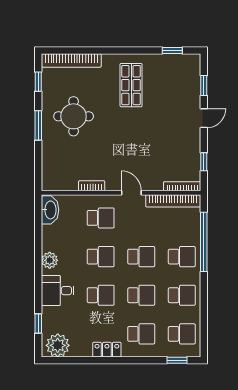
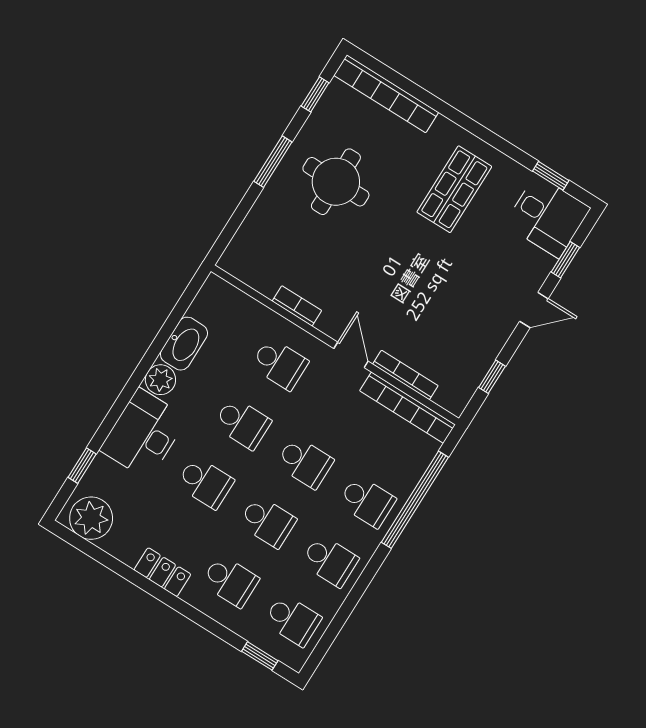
desk: (182, 70) -> (547, 216), added
bookcase: (182, 186) -> (405, 375), moved
washbasin: (50, 210) -> (184, 344), moved
desk: (58, 291) -> (144, 434), width x1.37

